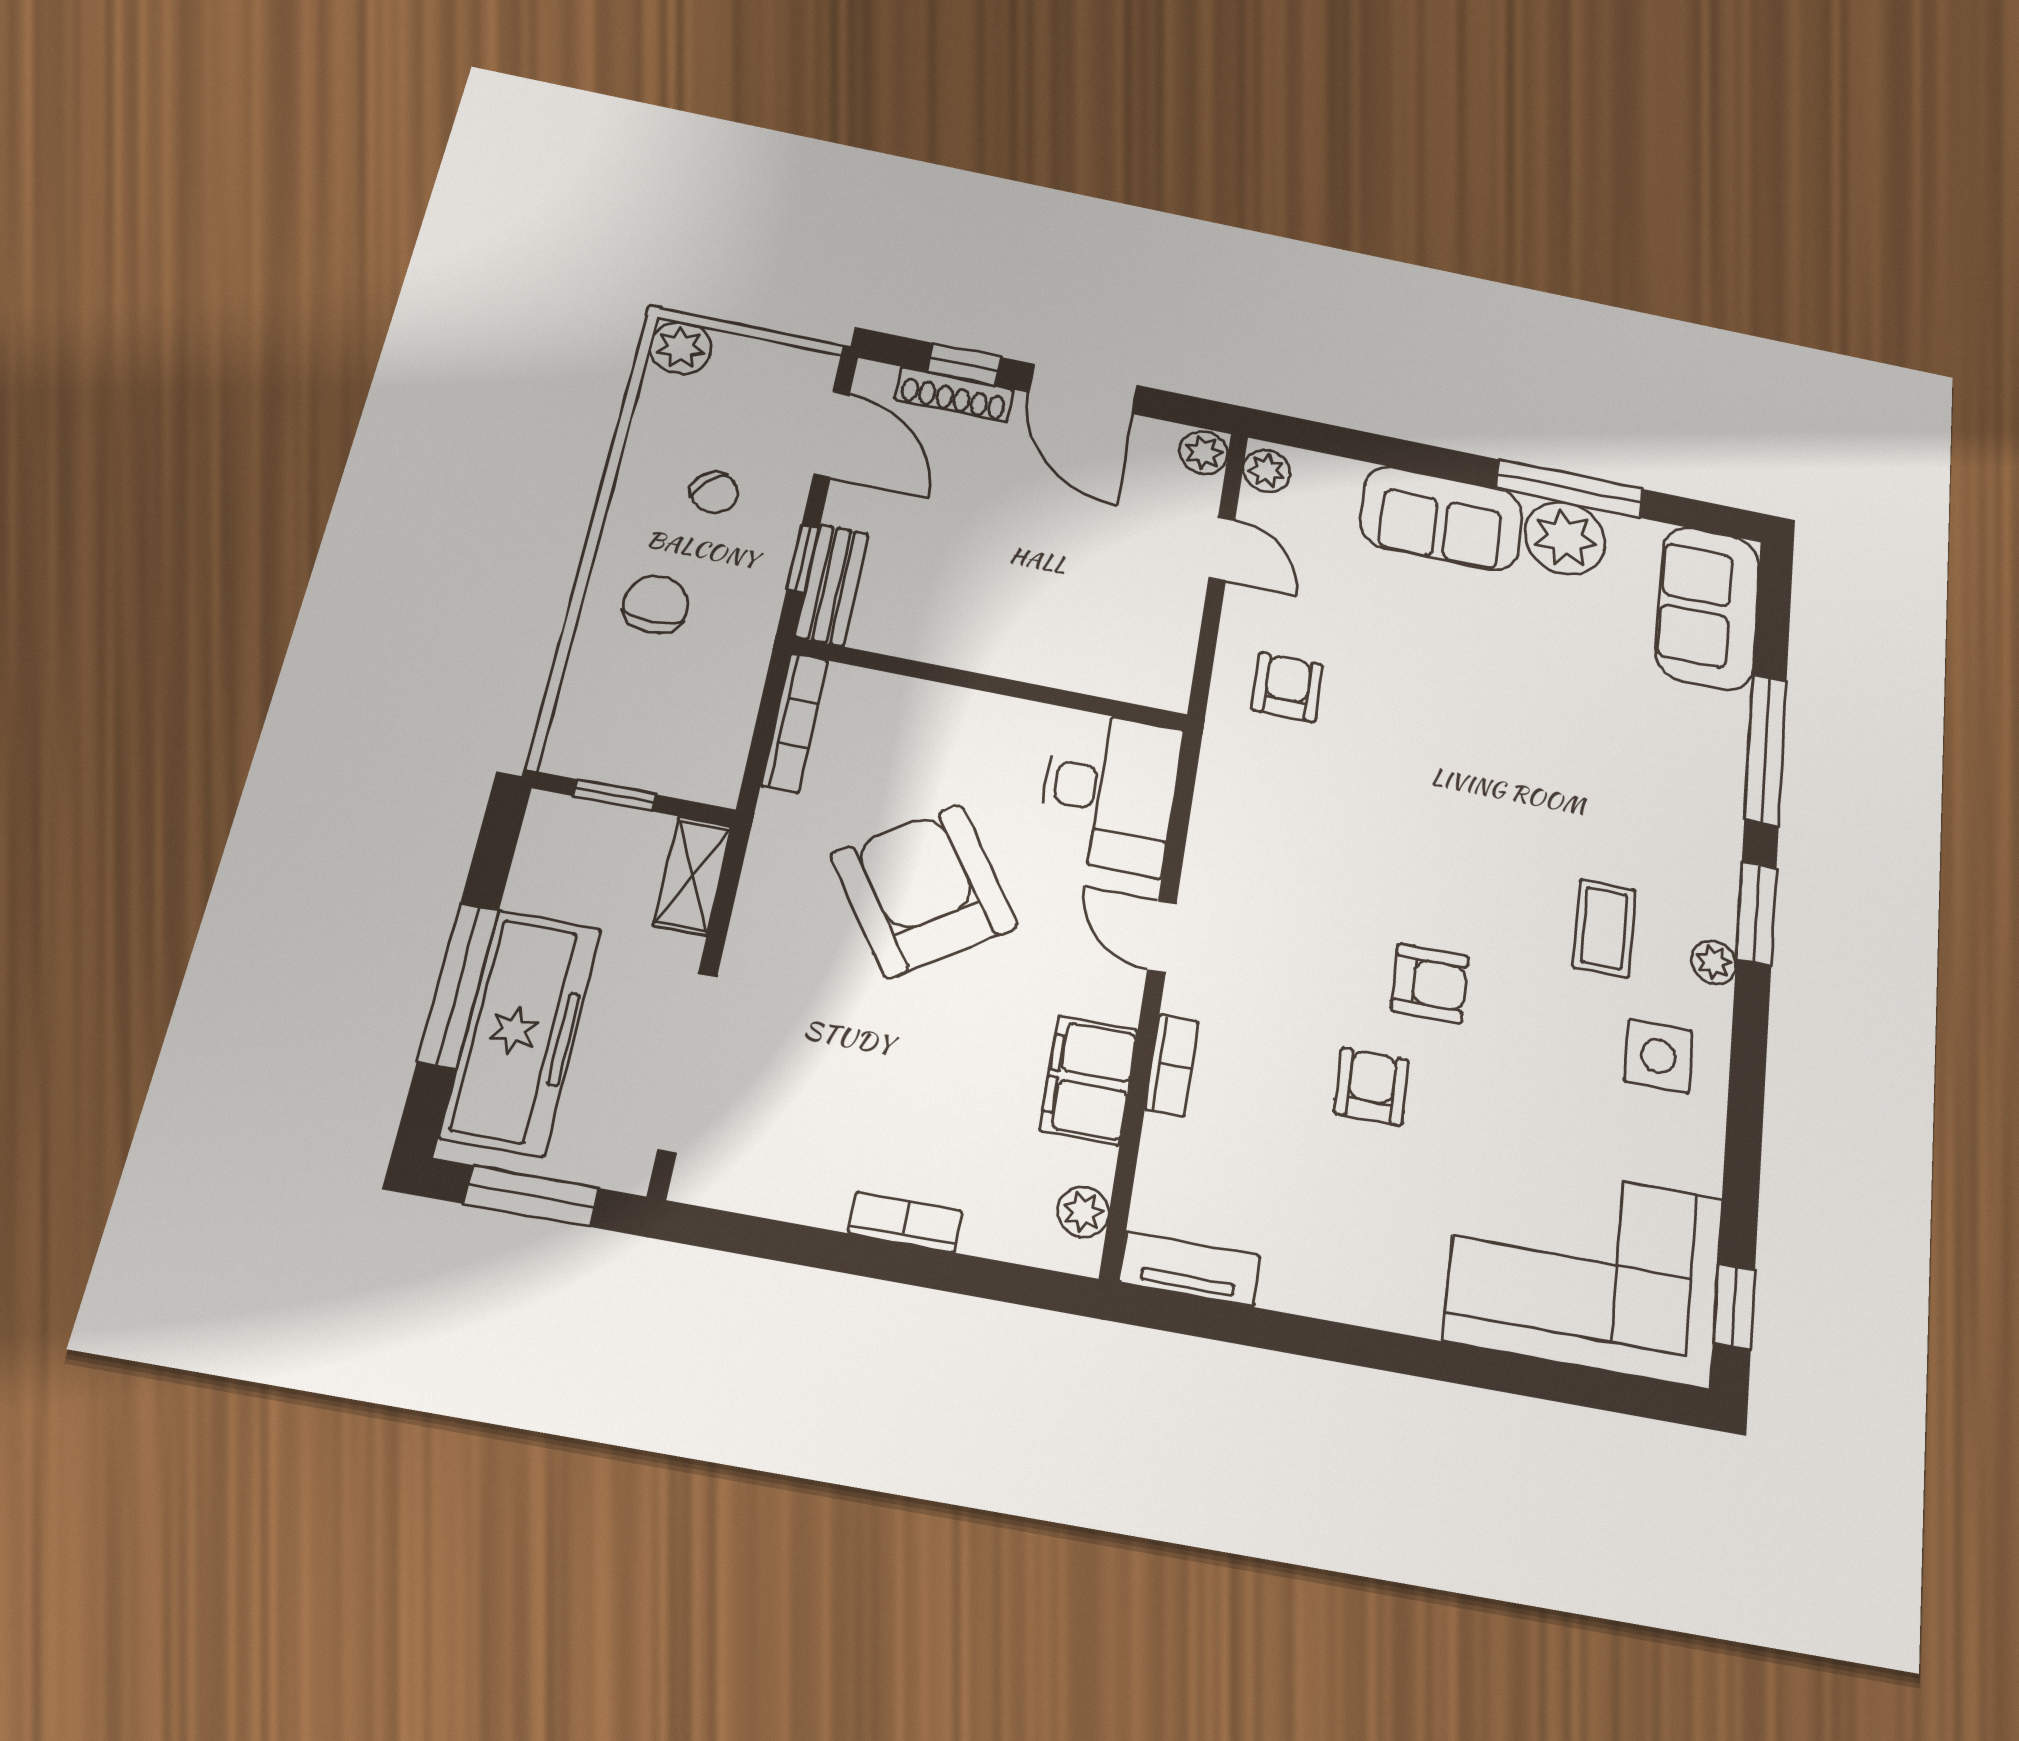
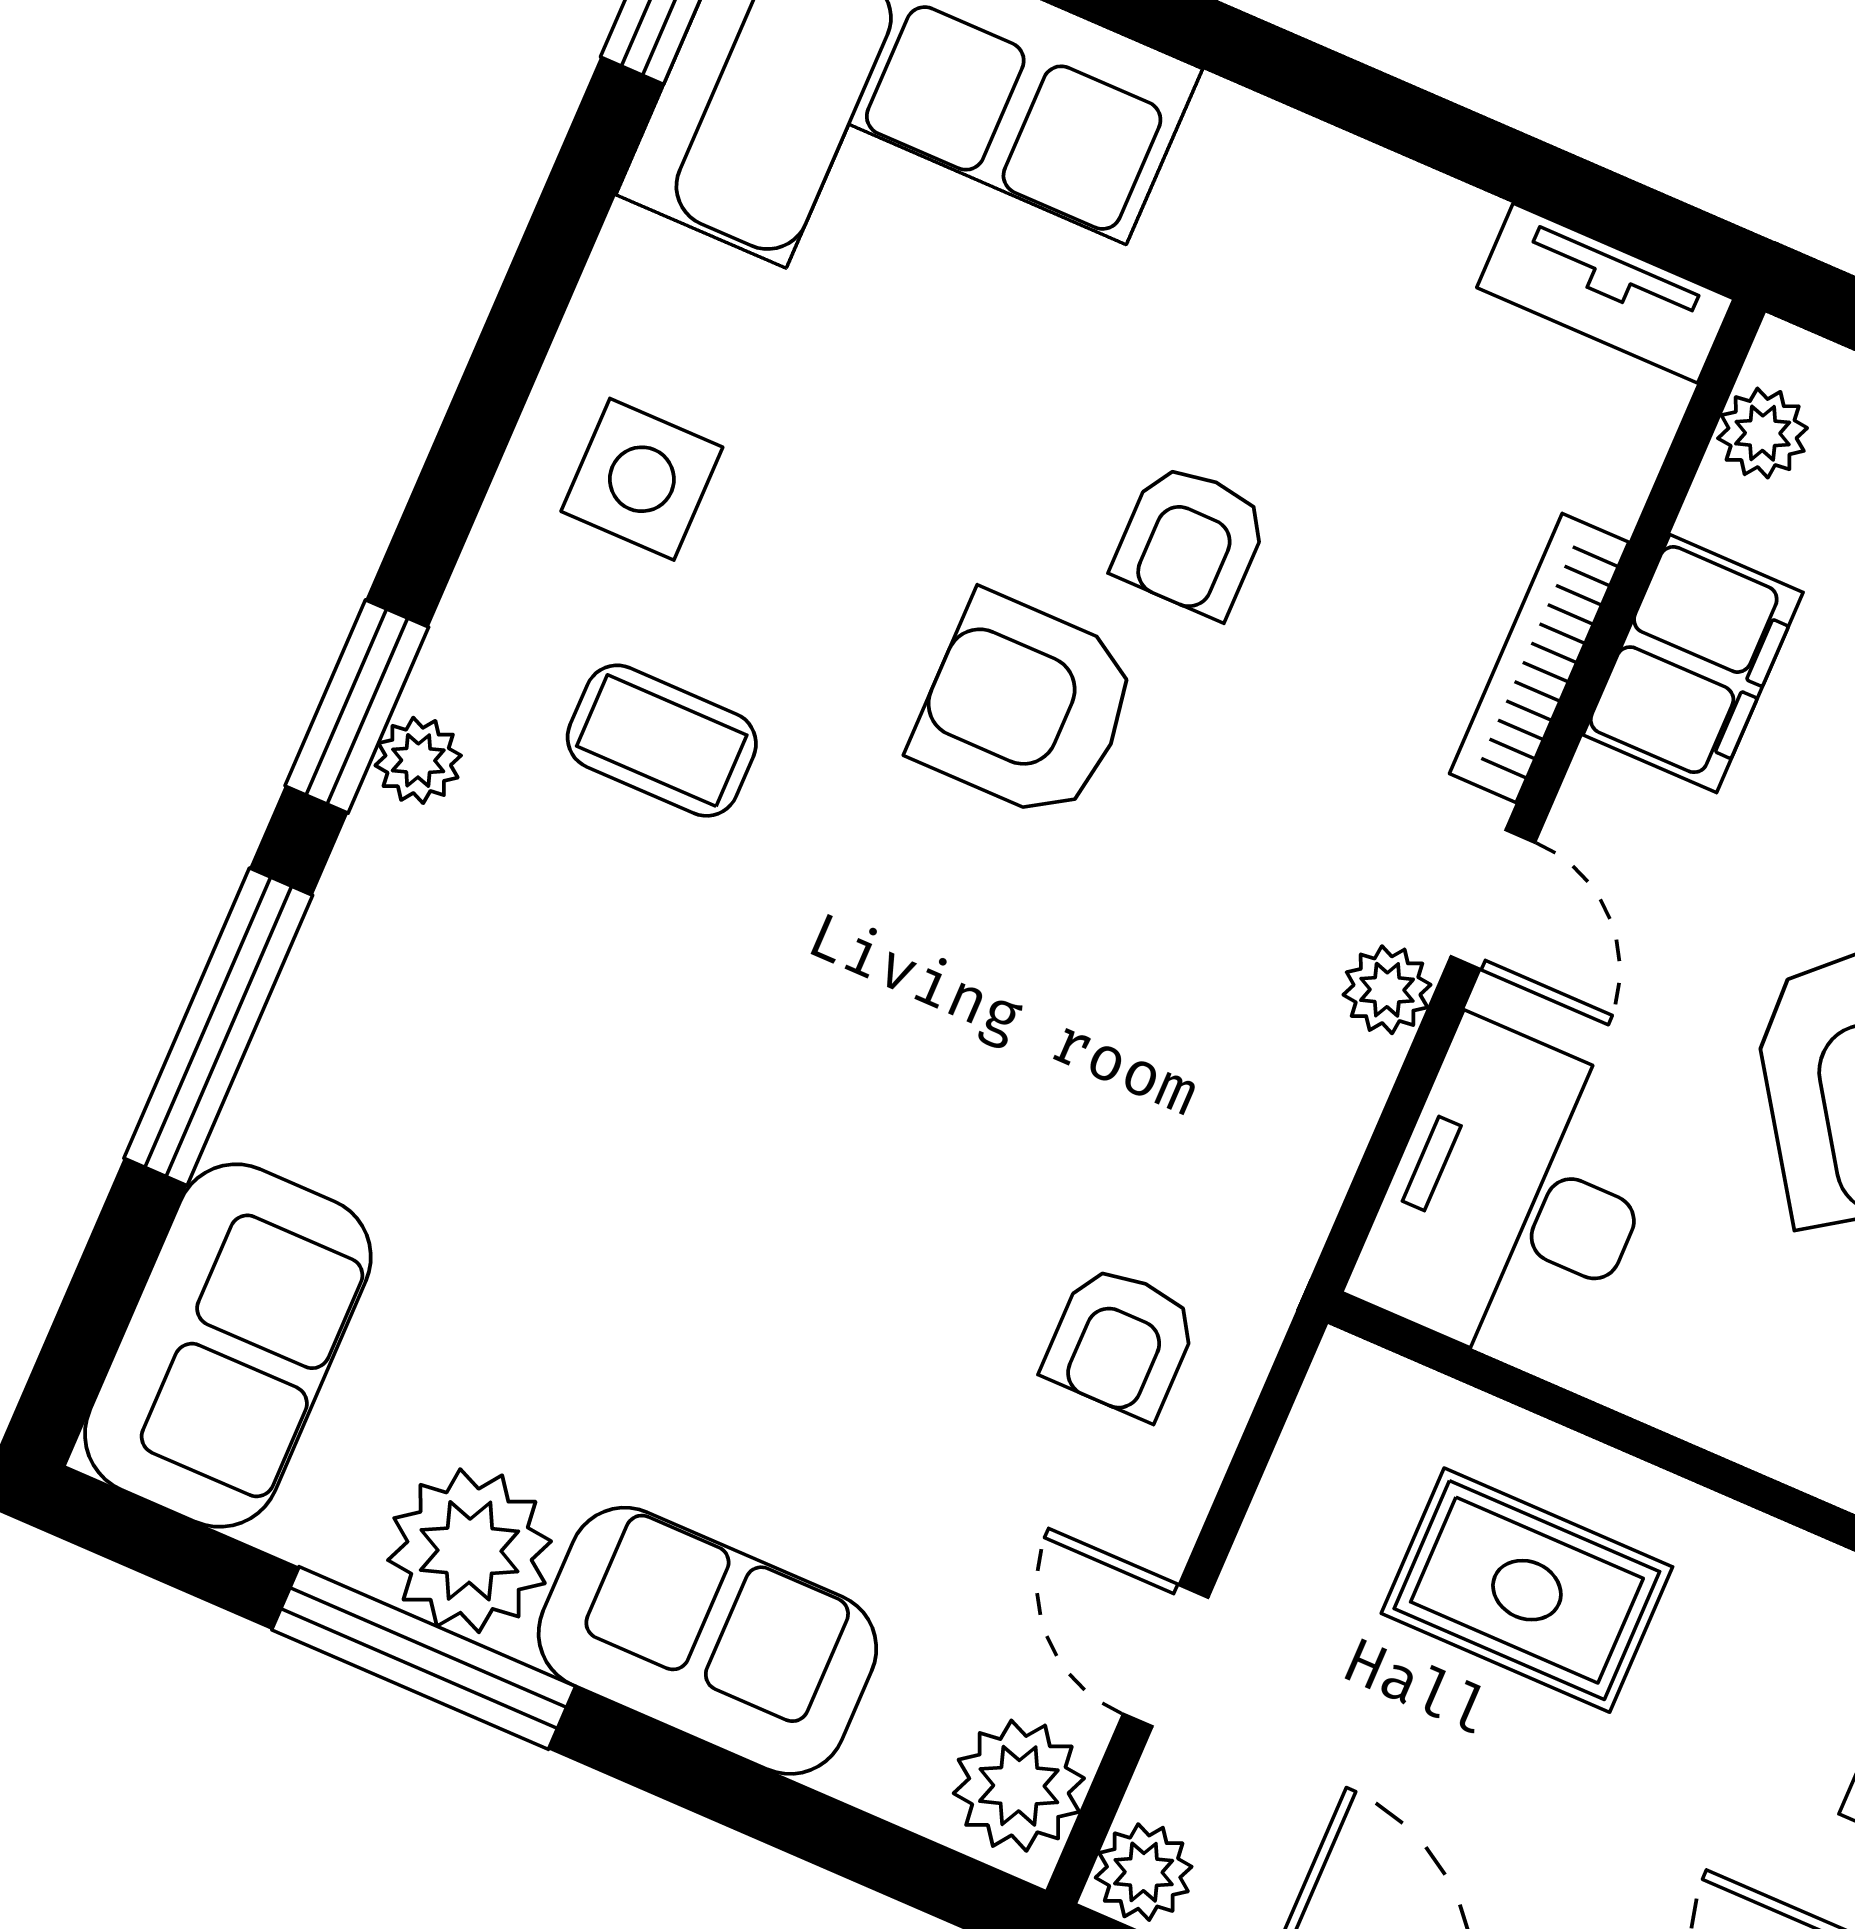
plant: (1267, 471) -> (1019, 1786), width x1.38, depth x1.38
rug: (1053, 609) -> (1527, 1590), added
plant: (1204, 881) -> (1387, 990), added
coffee table: (1604, 928) -> (662, 741), turned 90
plant: (1714, 962) -> (418, 760), moved
armchair: (1430, 983) -> (1026, 707), width x1.38, depth x1.38
bookcase: (1172, 1065) -> (1539, 658), width x1.56

